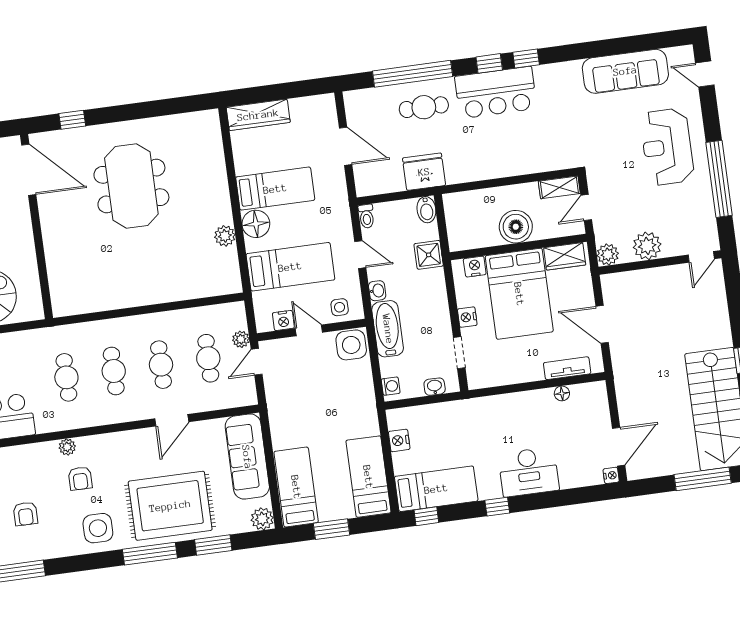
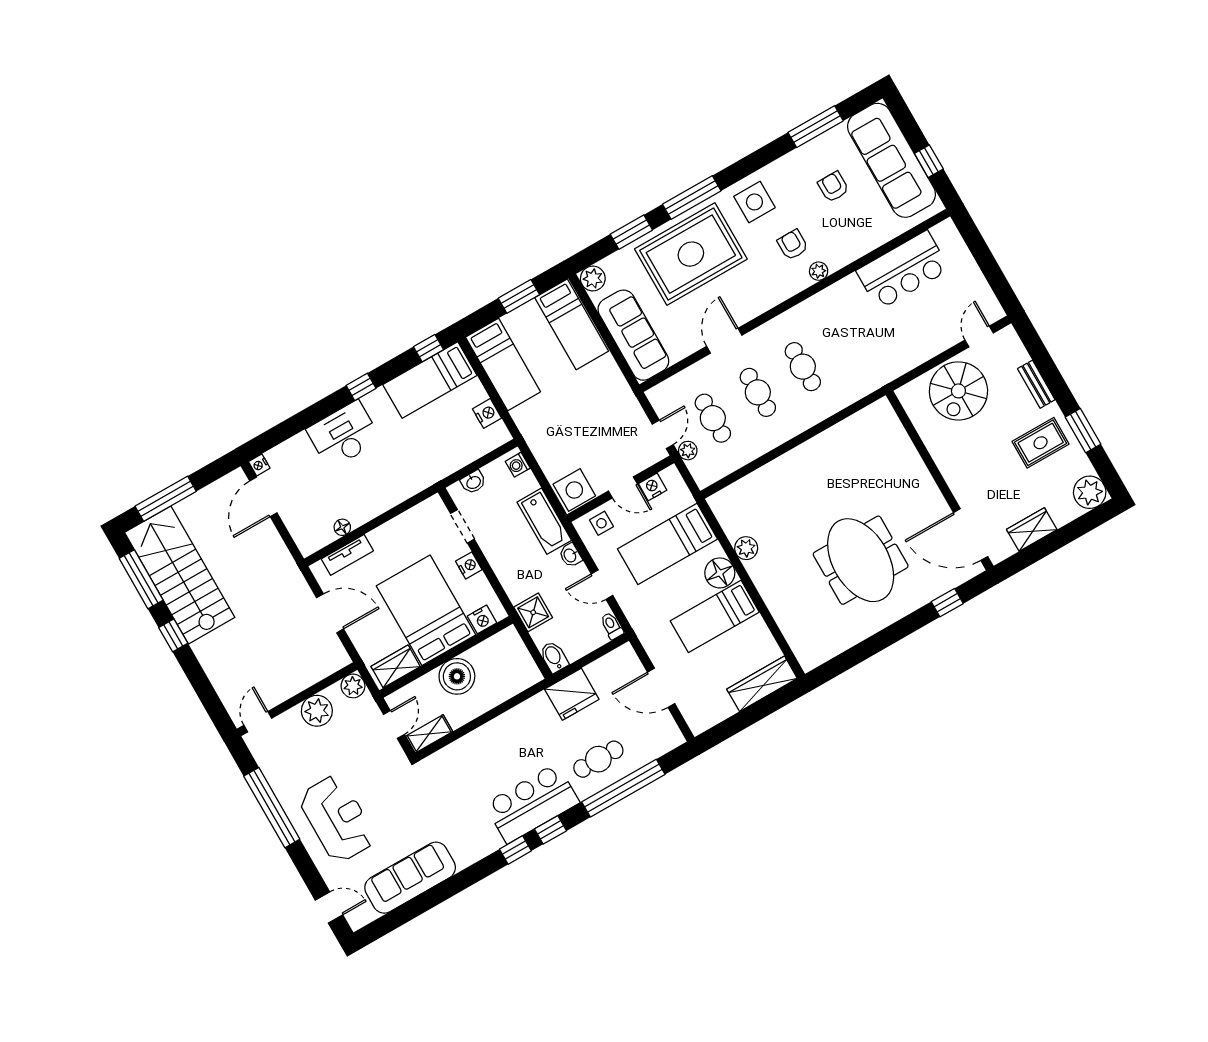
cafe table: (66, 377) -> (848, 341), removed

